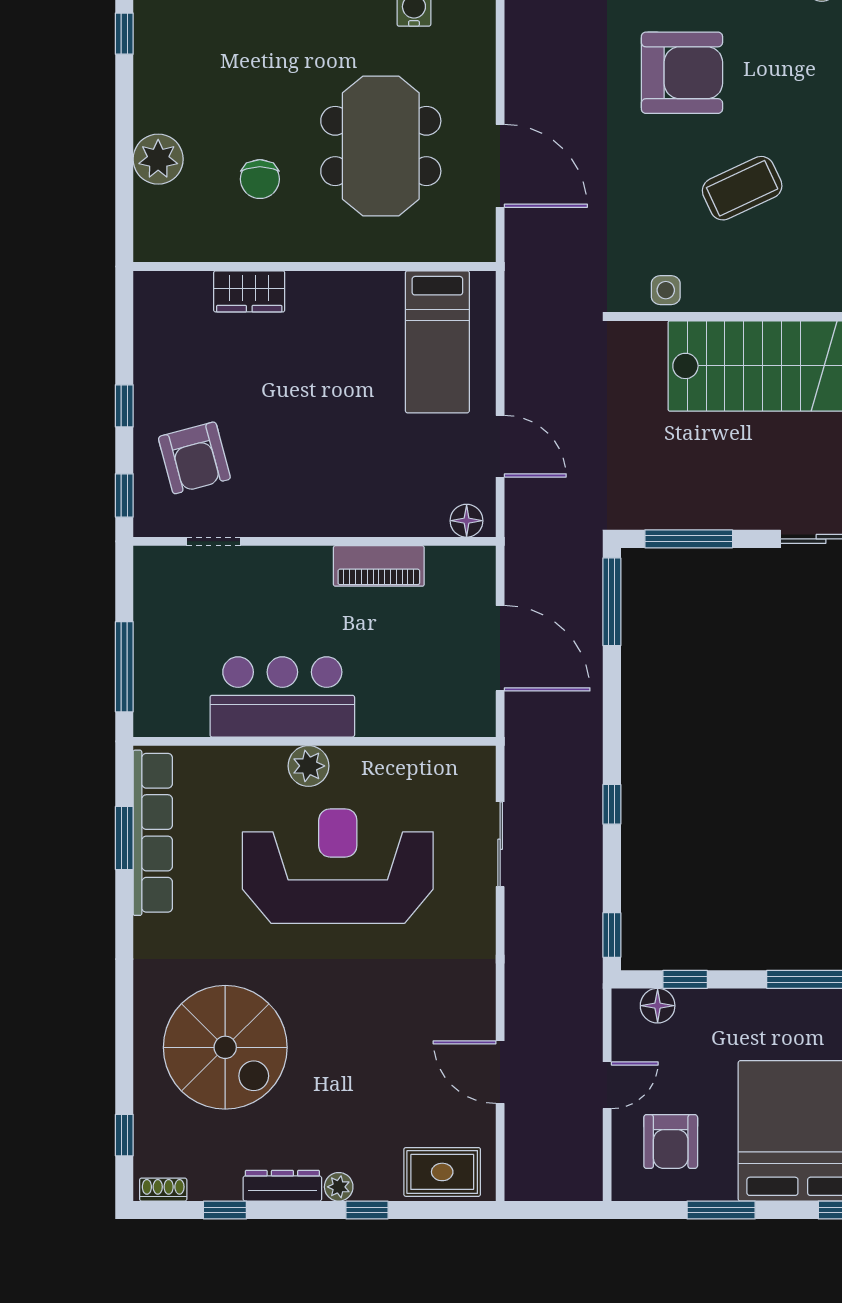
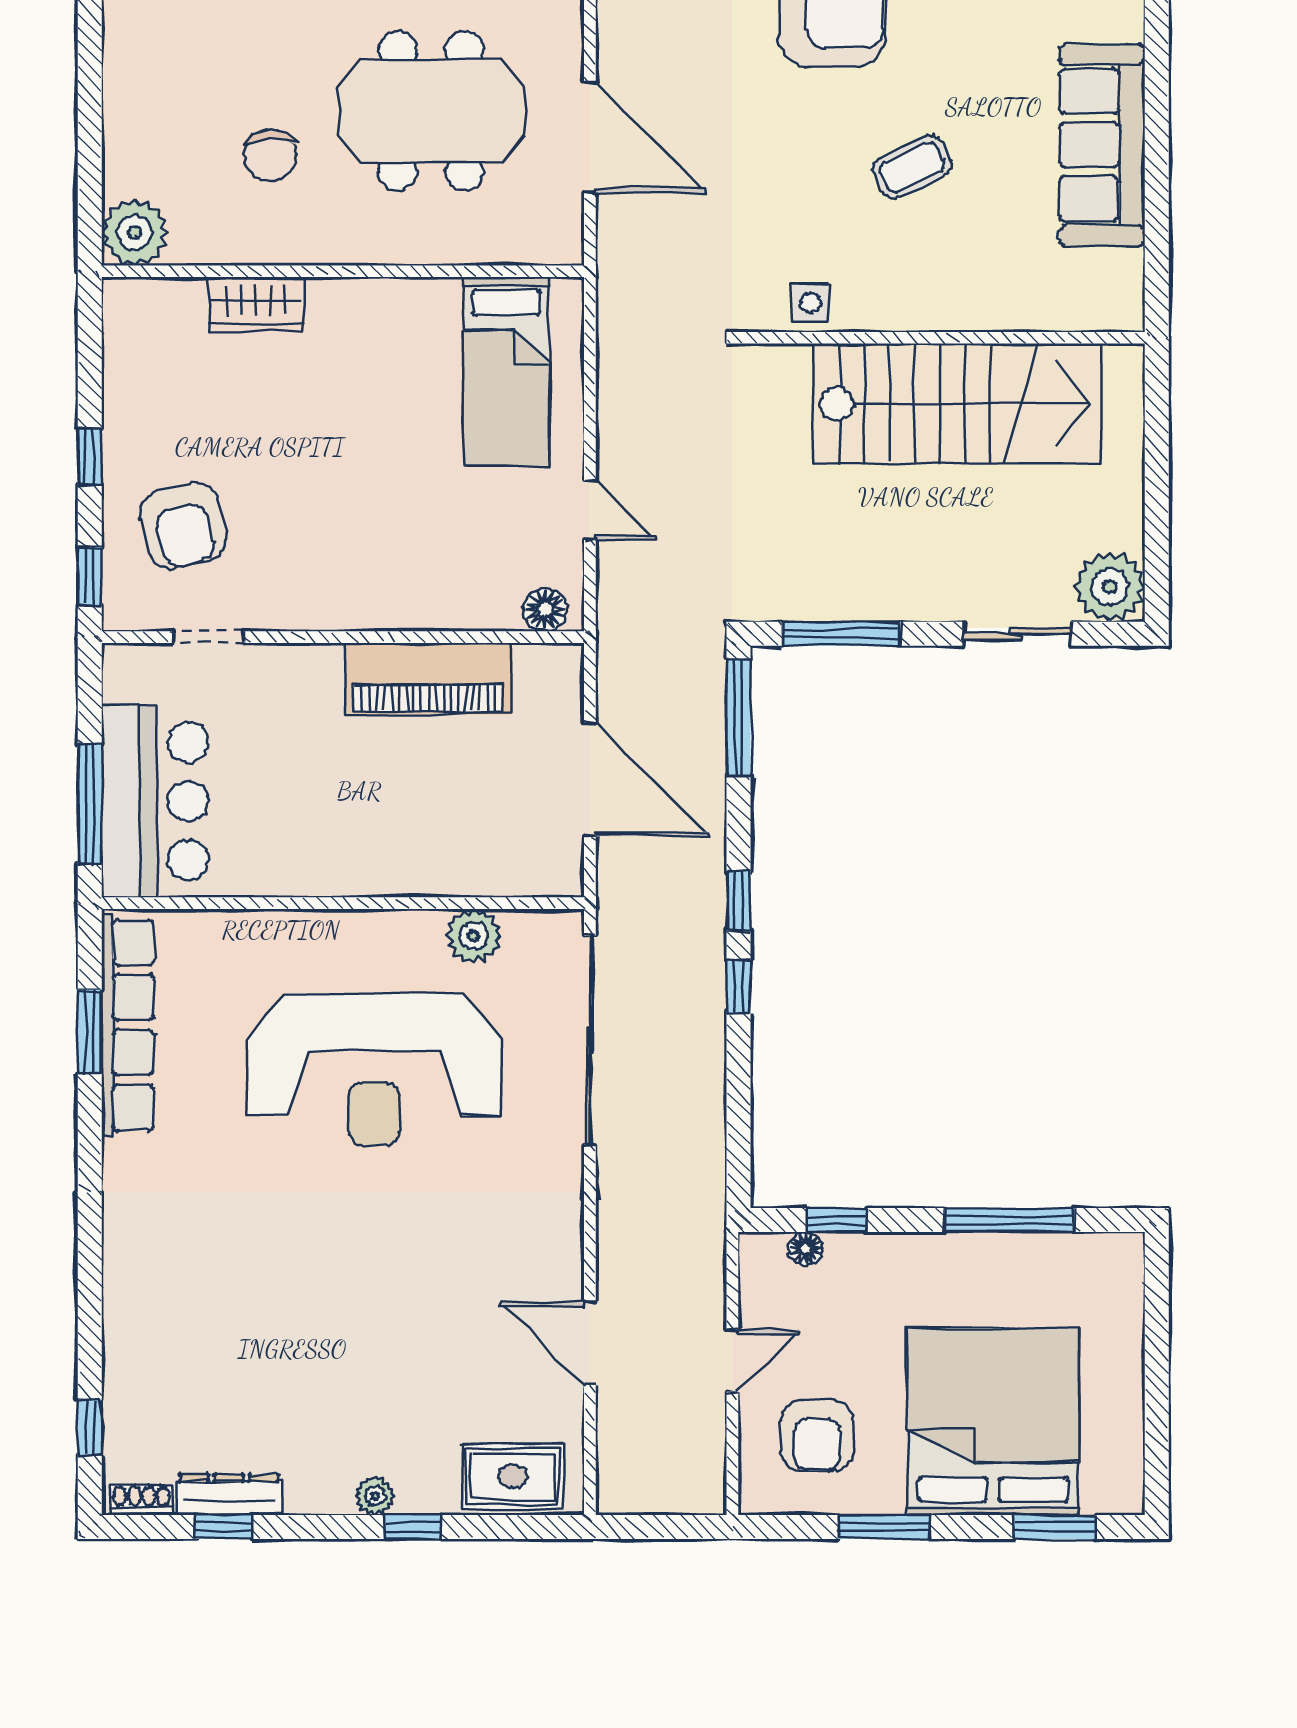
meeting table: (381, 146) -> (431, 111), turned 90
plant: (158, 159) -> (135, 232), moved
coffee table: (742, 188) -> (912, 167), width x0.73, depth x0.77
door: (500, 446) -> (590, 510), width x0.73
piano: (379, 566) -> (429, 679), width x1.37, depth x1.33
bar counter: (282, 697) -> (155, 801), moved, turned 90
plant: (308, 766) -> (474, 936), moved
sliding door: (500, 844) -> (590, 1040), width x1.86
reception desk: (338, 866) -> (374, 1069), turned 180
window: (612, 935) -> (739, 901), moved
floor lamp: (658, 1006) -> (806, 1249), width x0.73, depth x0.73
spiral stairs: (225, 1047) -> (224, 1310), removed
dresser: (282, 1186) -> (229, 1495), moved

